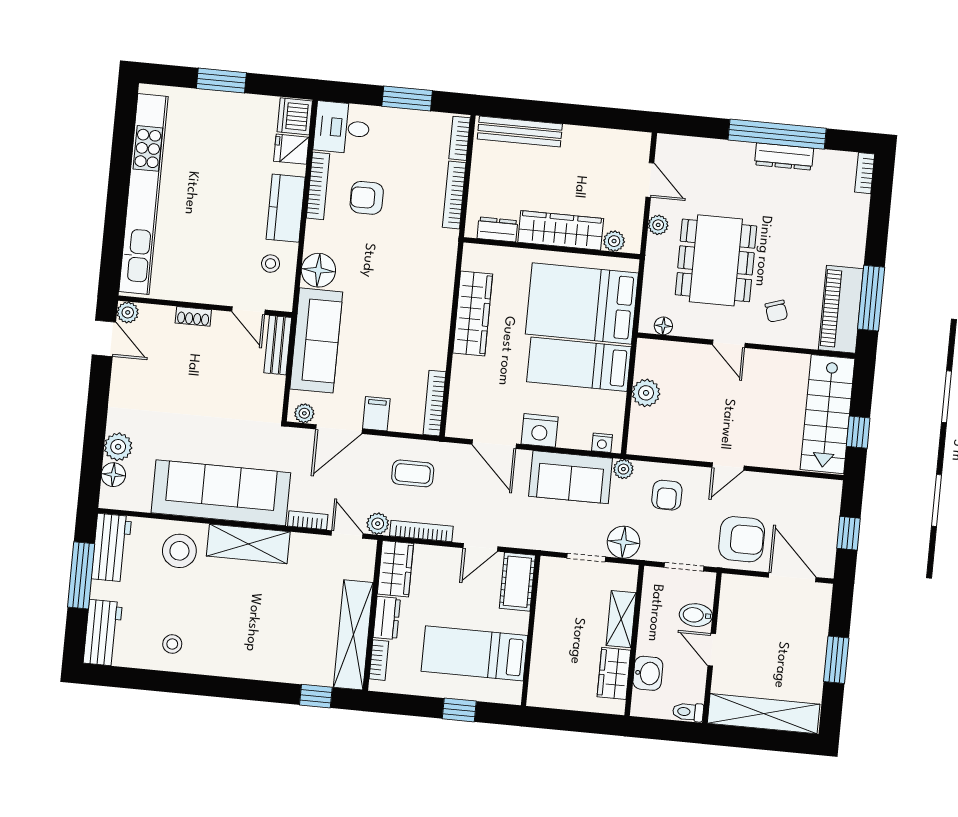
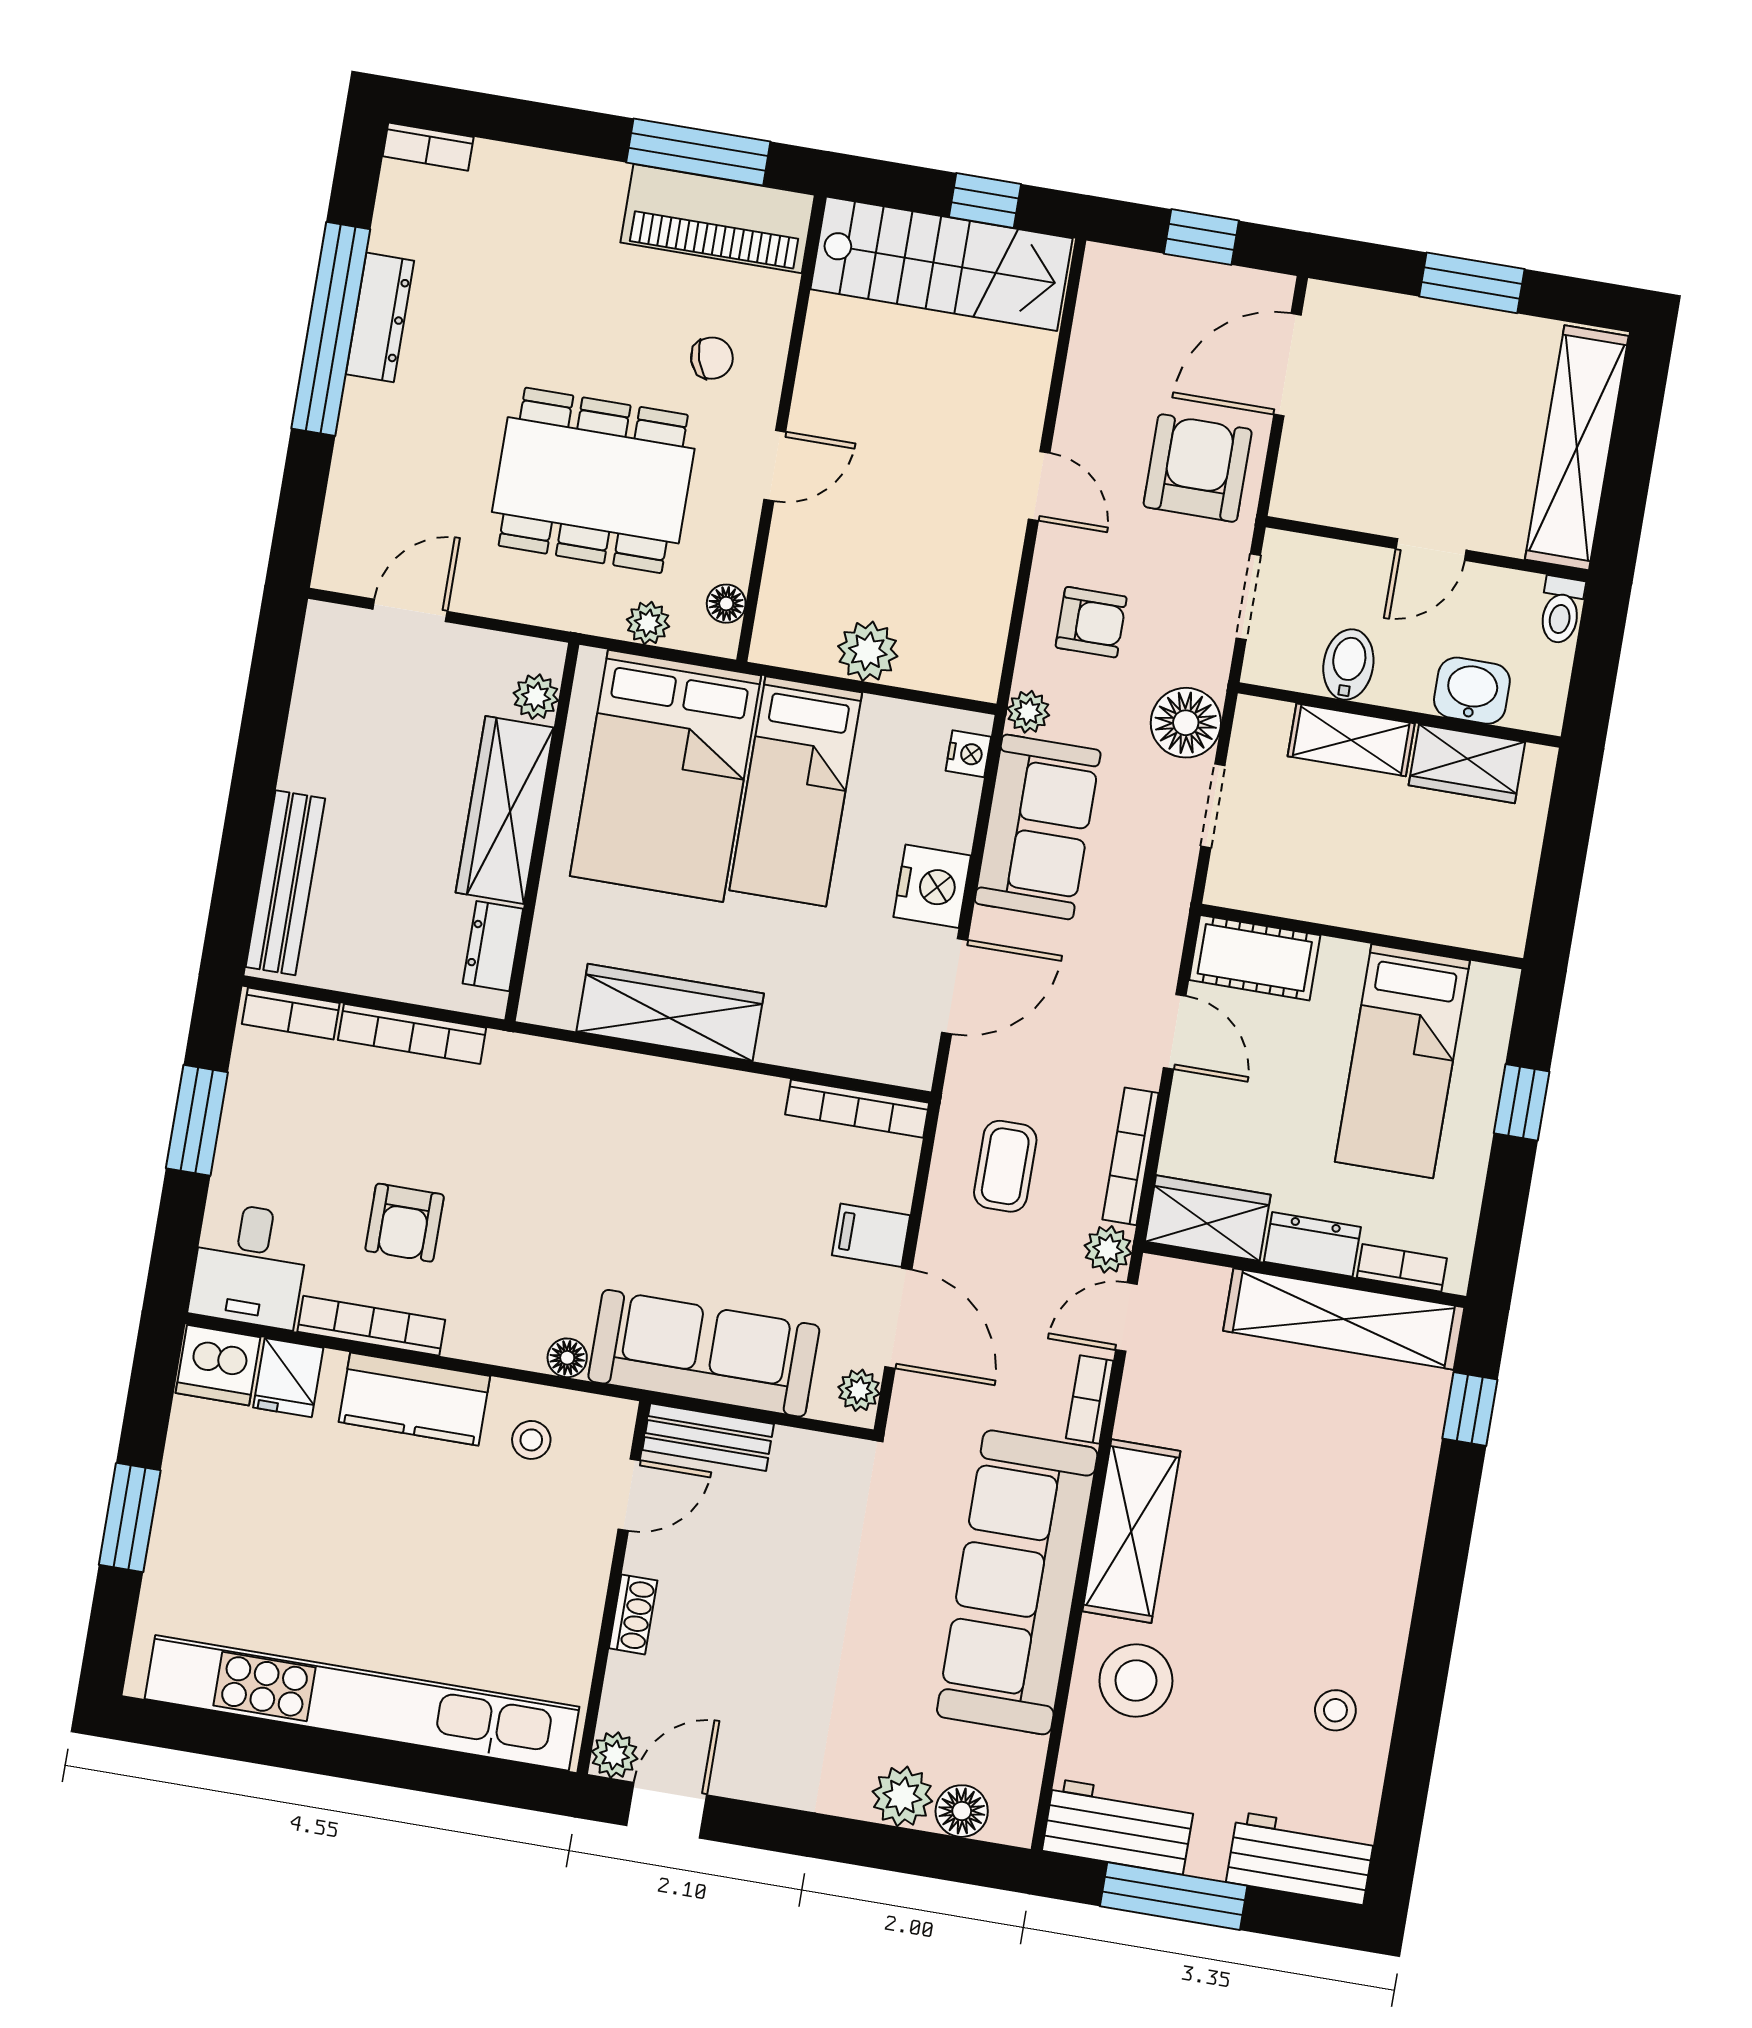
plant: (658, 225) -> (648, 623), moved
floor lamp: (318, 270) -> (567, 1358), width x0.53, depth x0.53
bidet: (696, 615) -> (1348, 665), moved, turned 180

